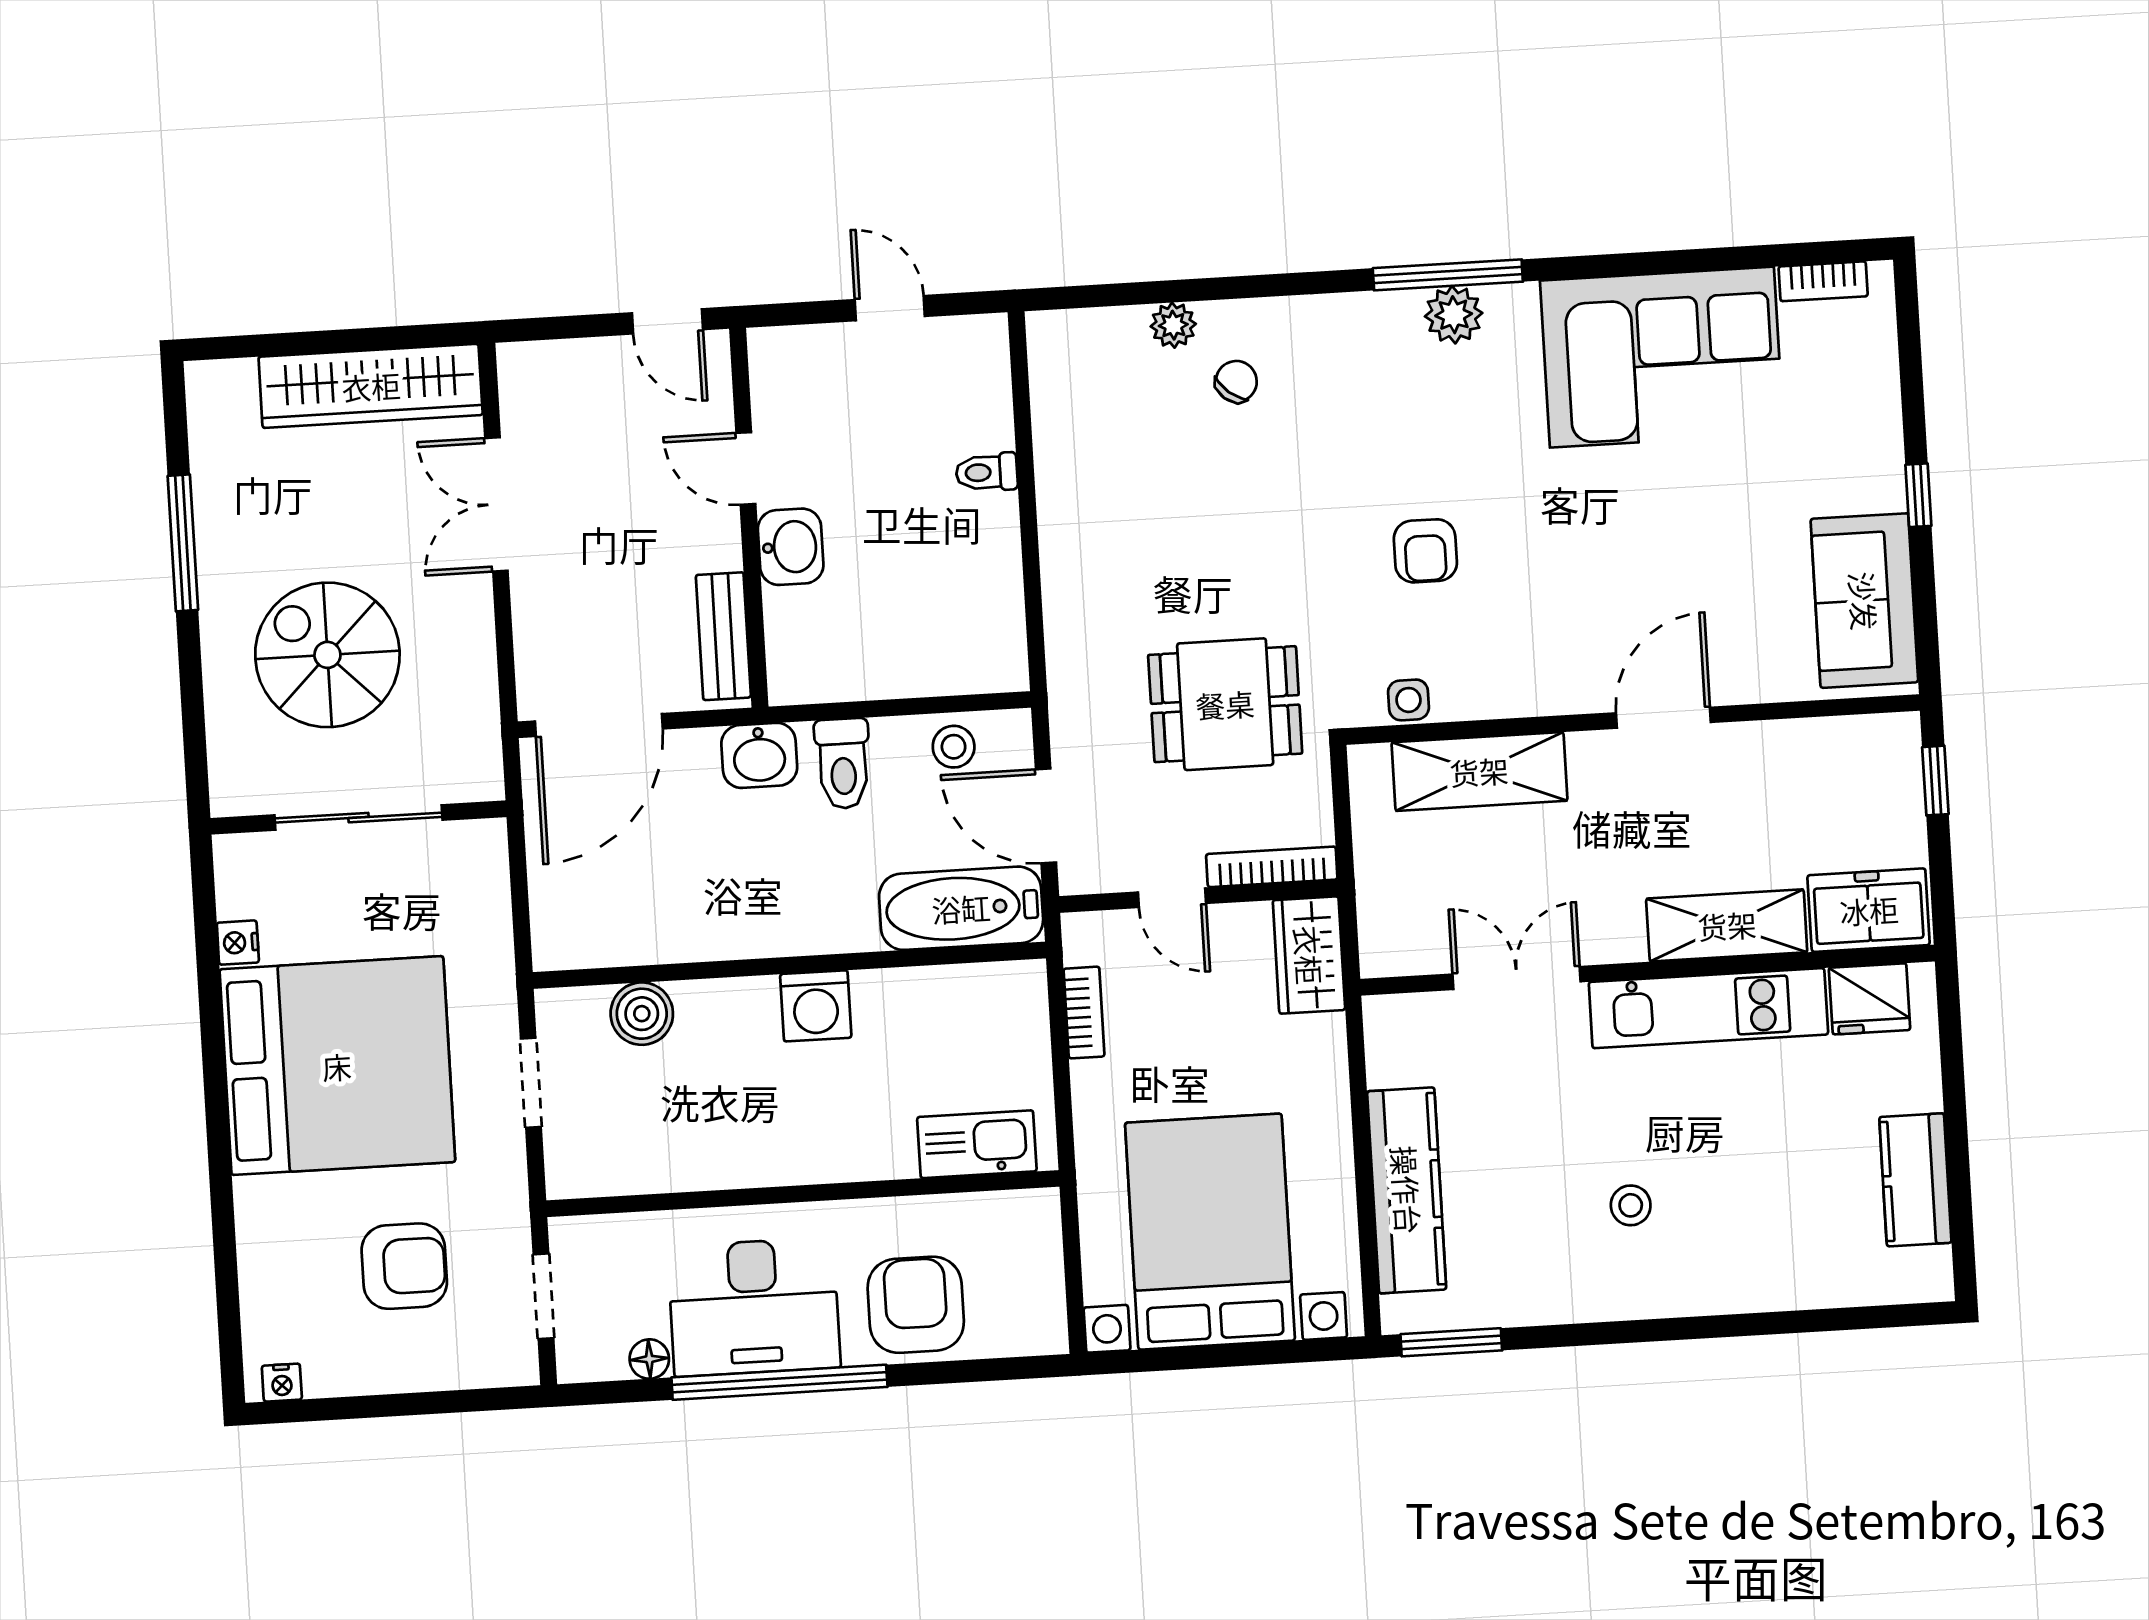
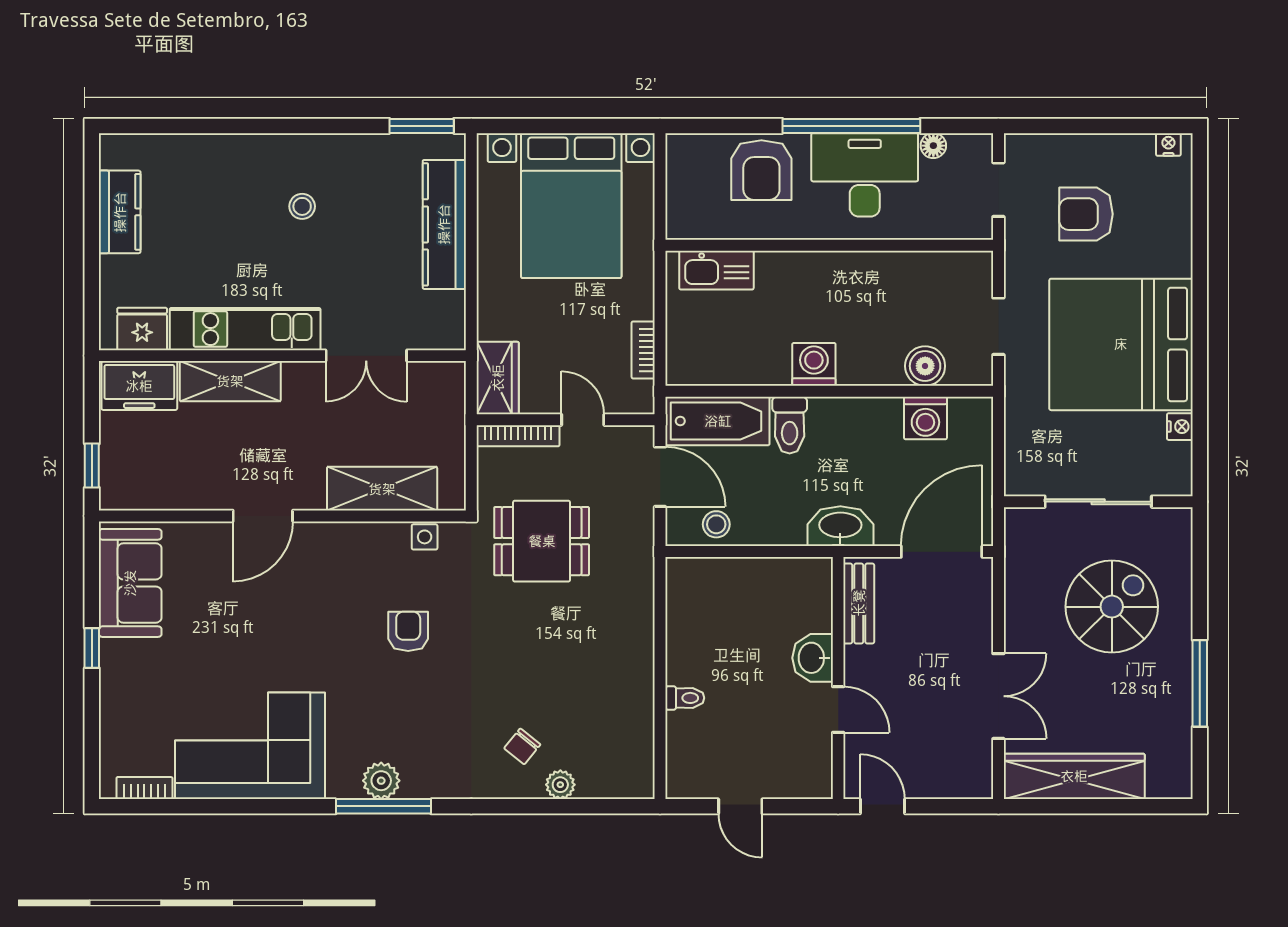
spiral stairs: (327, 655) -> (1112, 607), turned -90
washbasin: (759, 755) -> (840, 526), width x1.38
toilet: (843, 764) -> (790, 425), moved, turned 180
washing machine: (636, 932) -> (925, 418), added

